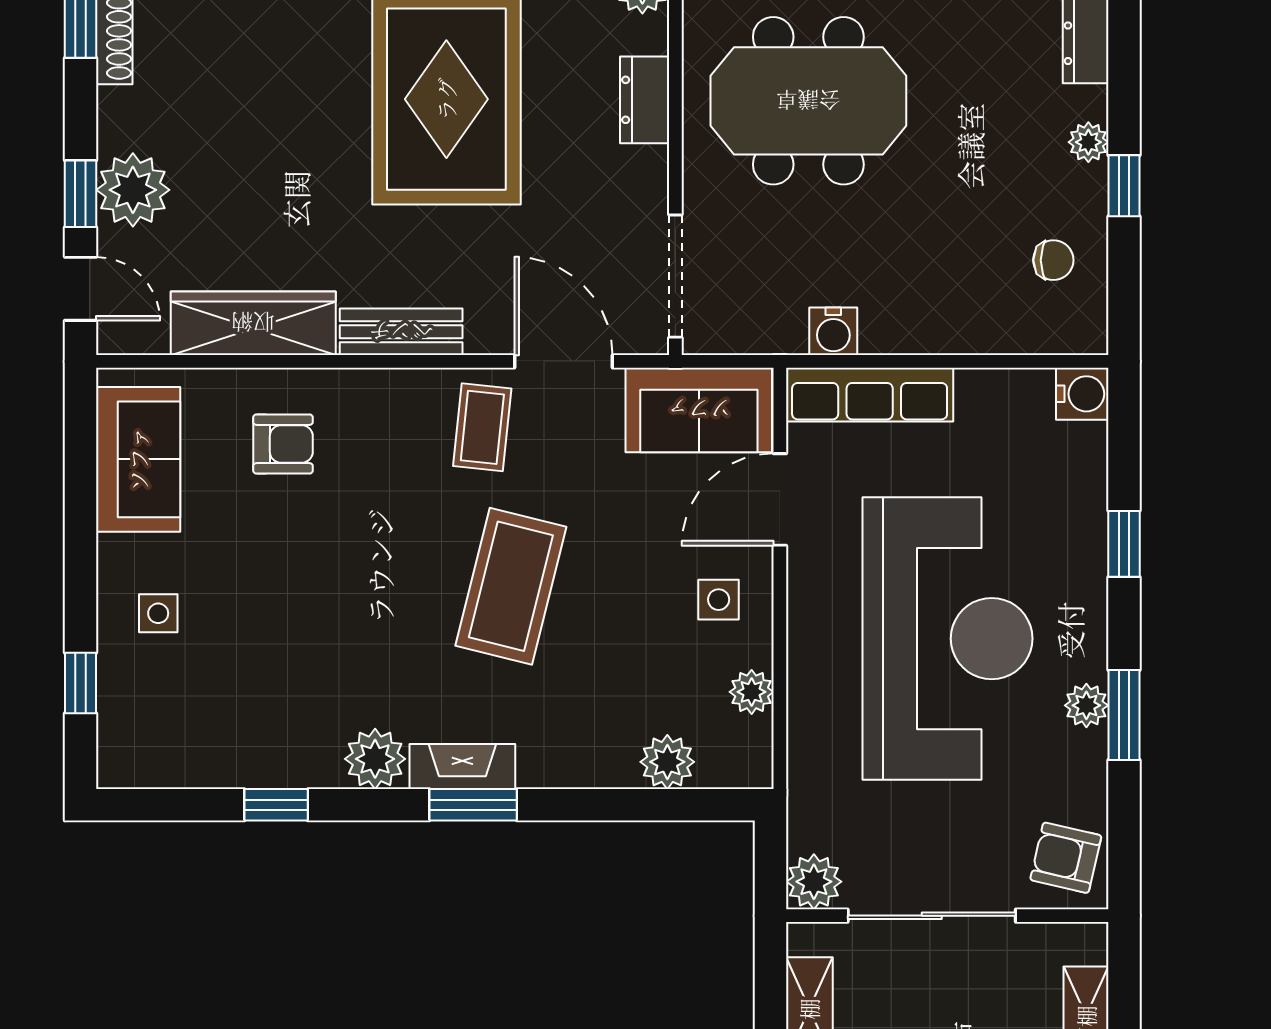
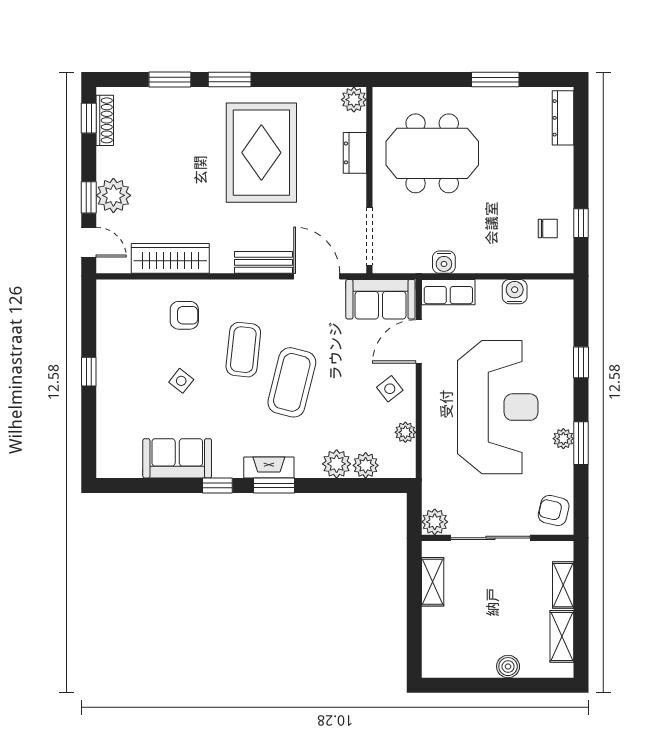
plant: (1088, 142) -> (564, 173), removed
window: (1124, 186) -> (581, 223), moved
bench: (401, 332) -> (263, 262), moved
water cooler: (1082, 394) -> (515, 292), moved, turned -90
row of seats: (870, 395) -> (448, 292), width x0.68
coffee table: (482, 427) -> (243, 350), moved, width x1.36, depth x1.30
sofa: (138, 459) -> (177, 458), moved, turned -90
side table: (719, 600) -> (390, 389), turned -38
side table: (158, 613) -> (181, 381), moved, turned 38
window: (80, 683) -> (89, 372), moved
plant: (375, 759) -> (337, 464), moved
window: (276, 805) -> (217, 486), moved

